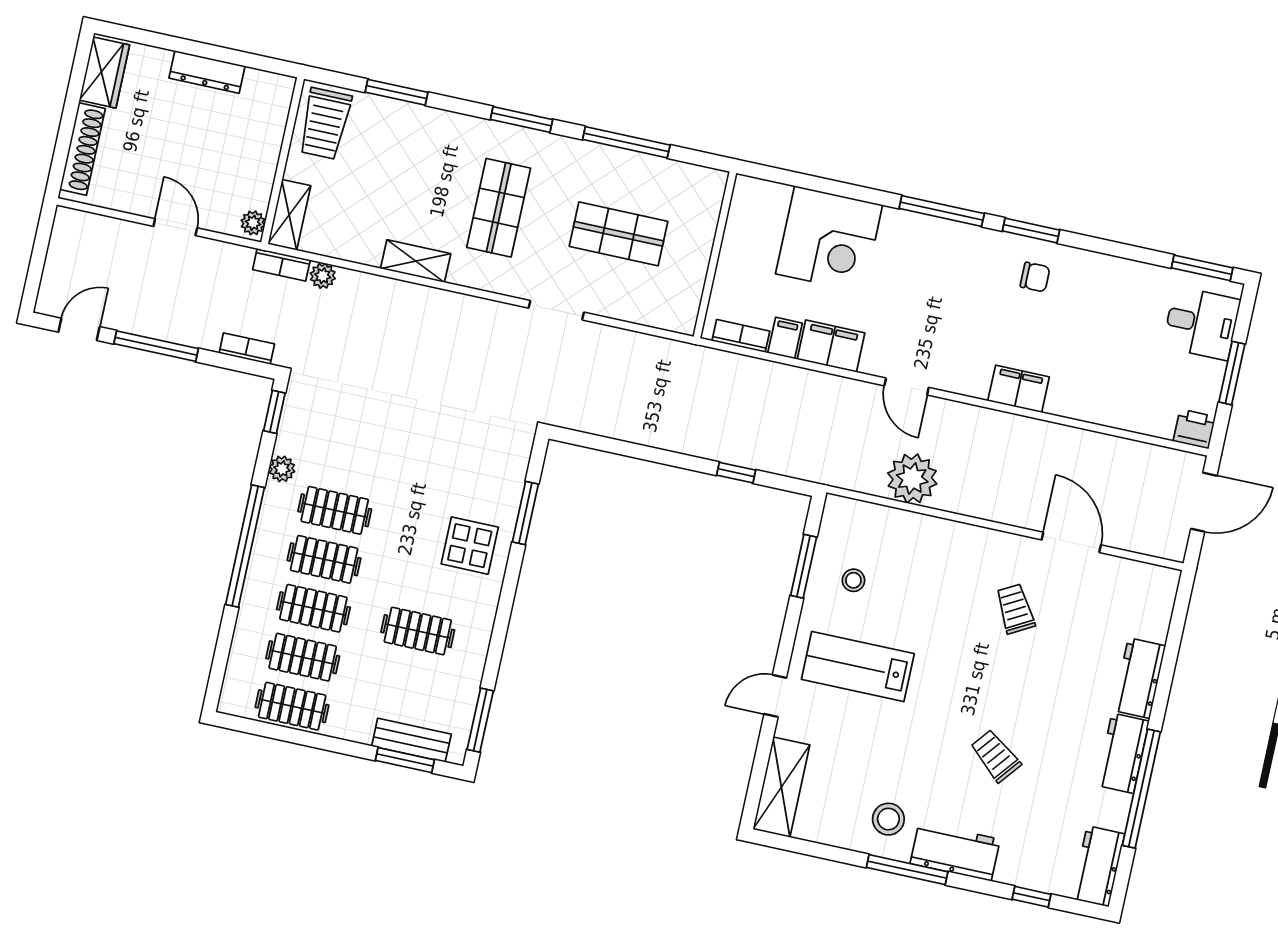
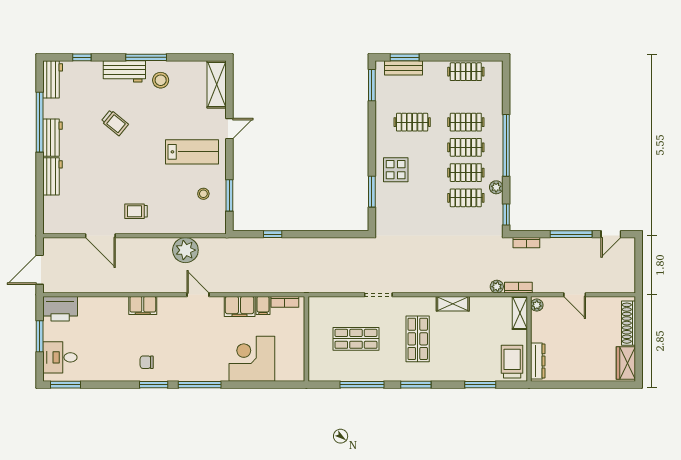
dresser: (207, 72) -> (538, 361), moved, turned 90
printer: (1194, 429) -> (60, 309), width x1.87, depth x1.48
trolley: (1015, 609) -> (136, 211), moved, turned 119
clothes rail: (303, 657) -> (466, 198), moved

